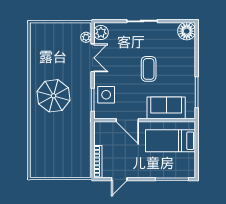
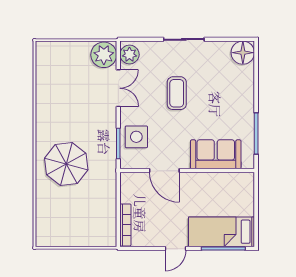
plant: (86, 37) -> (104, 55), width x1.88, depth x1.88
coffee table: (149, 69) -> (177, 93), moved
parasol: (54, 96) -> (66, 164), moved
bed: (171, 141) -> (221, 232), moved
door: (119, 179) -> (175, 249), moved

